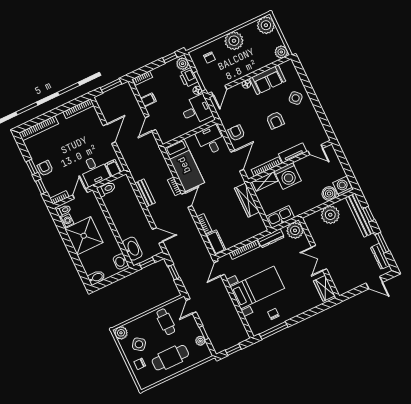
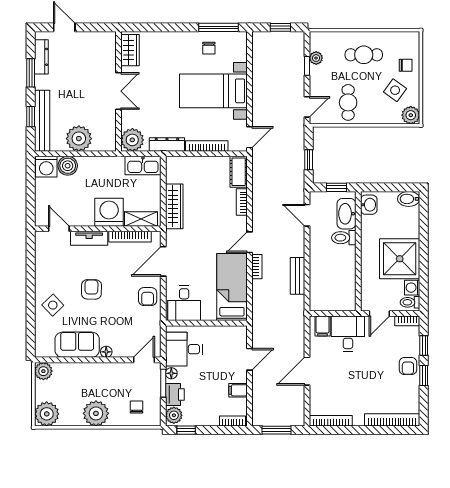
toilet: (106, 189) -> (344, 238), moved
cafe table: (170, 358) -> (364, 55), width x0.73, depth x0.74

